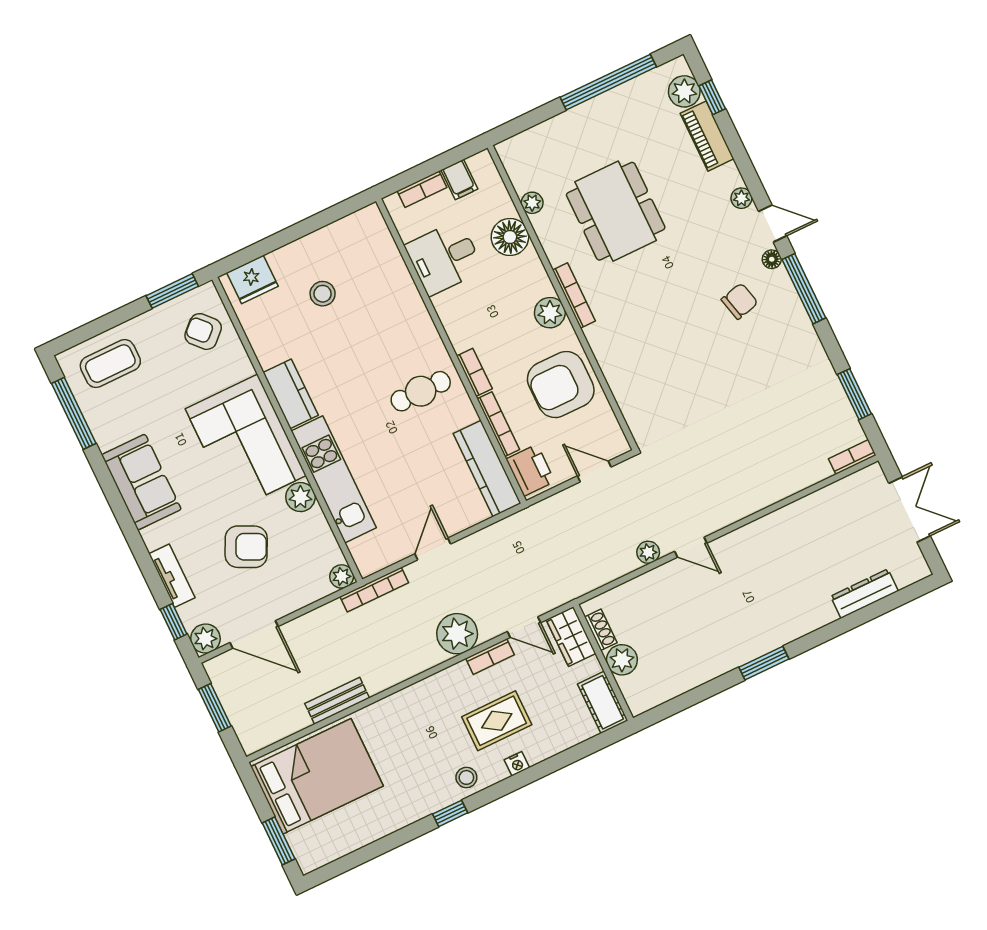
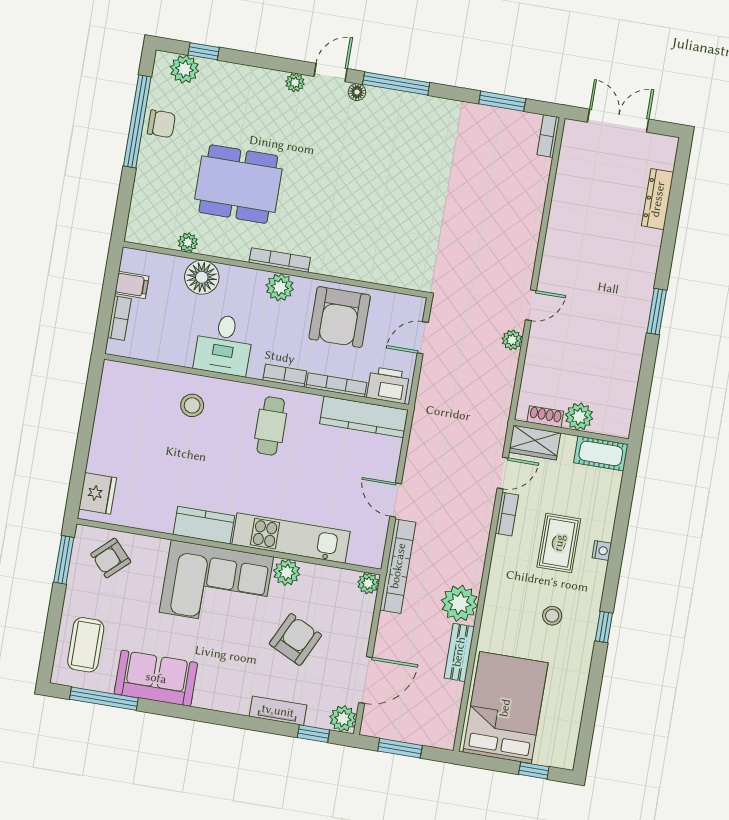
piano: (707, 136) -> (230, 76), removed
desk: (444, 258) -> (224, 345), moved
stool: (323, 294) -> (192, 405), moved
chair: (740, 301) -> (161, 124), moved, turned 104
sofa: (141, 482) -> (156, 678), moved
bookcase: (374, 590) -> (398, 566), width x1.48, depth x1.31
plant: (457, 634) -> (460, 603), moved
stool: (466, 777) -> (552, 616), moved
window: (279, 841) -> (534, 771), width x0.67

